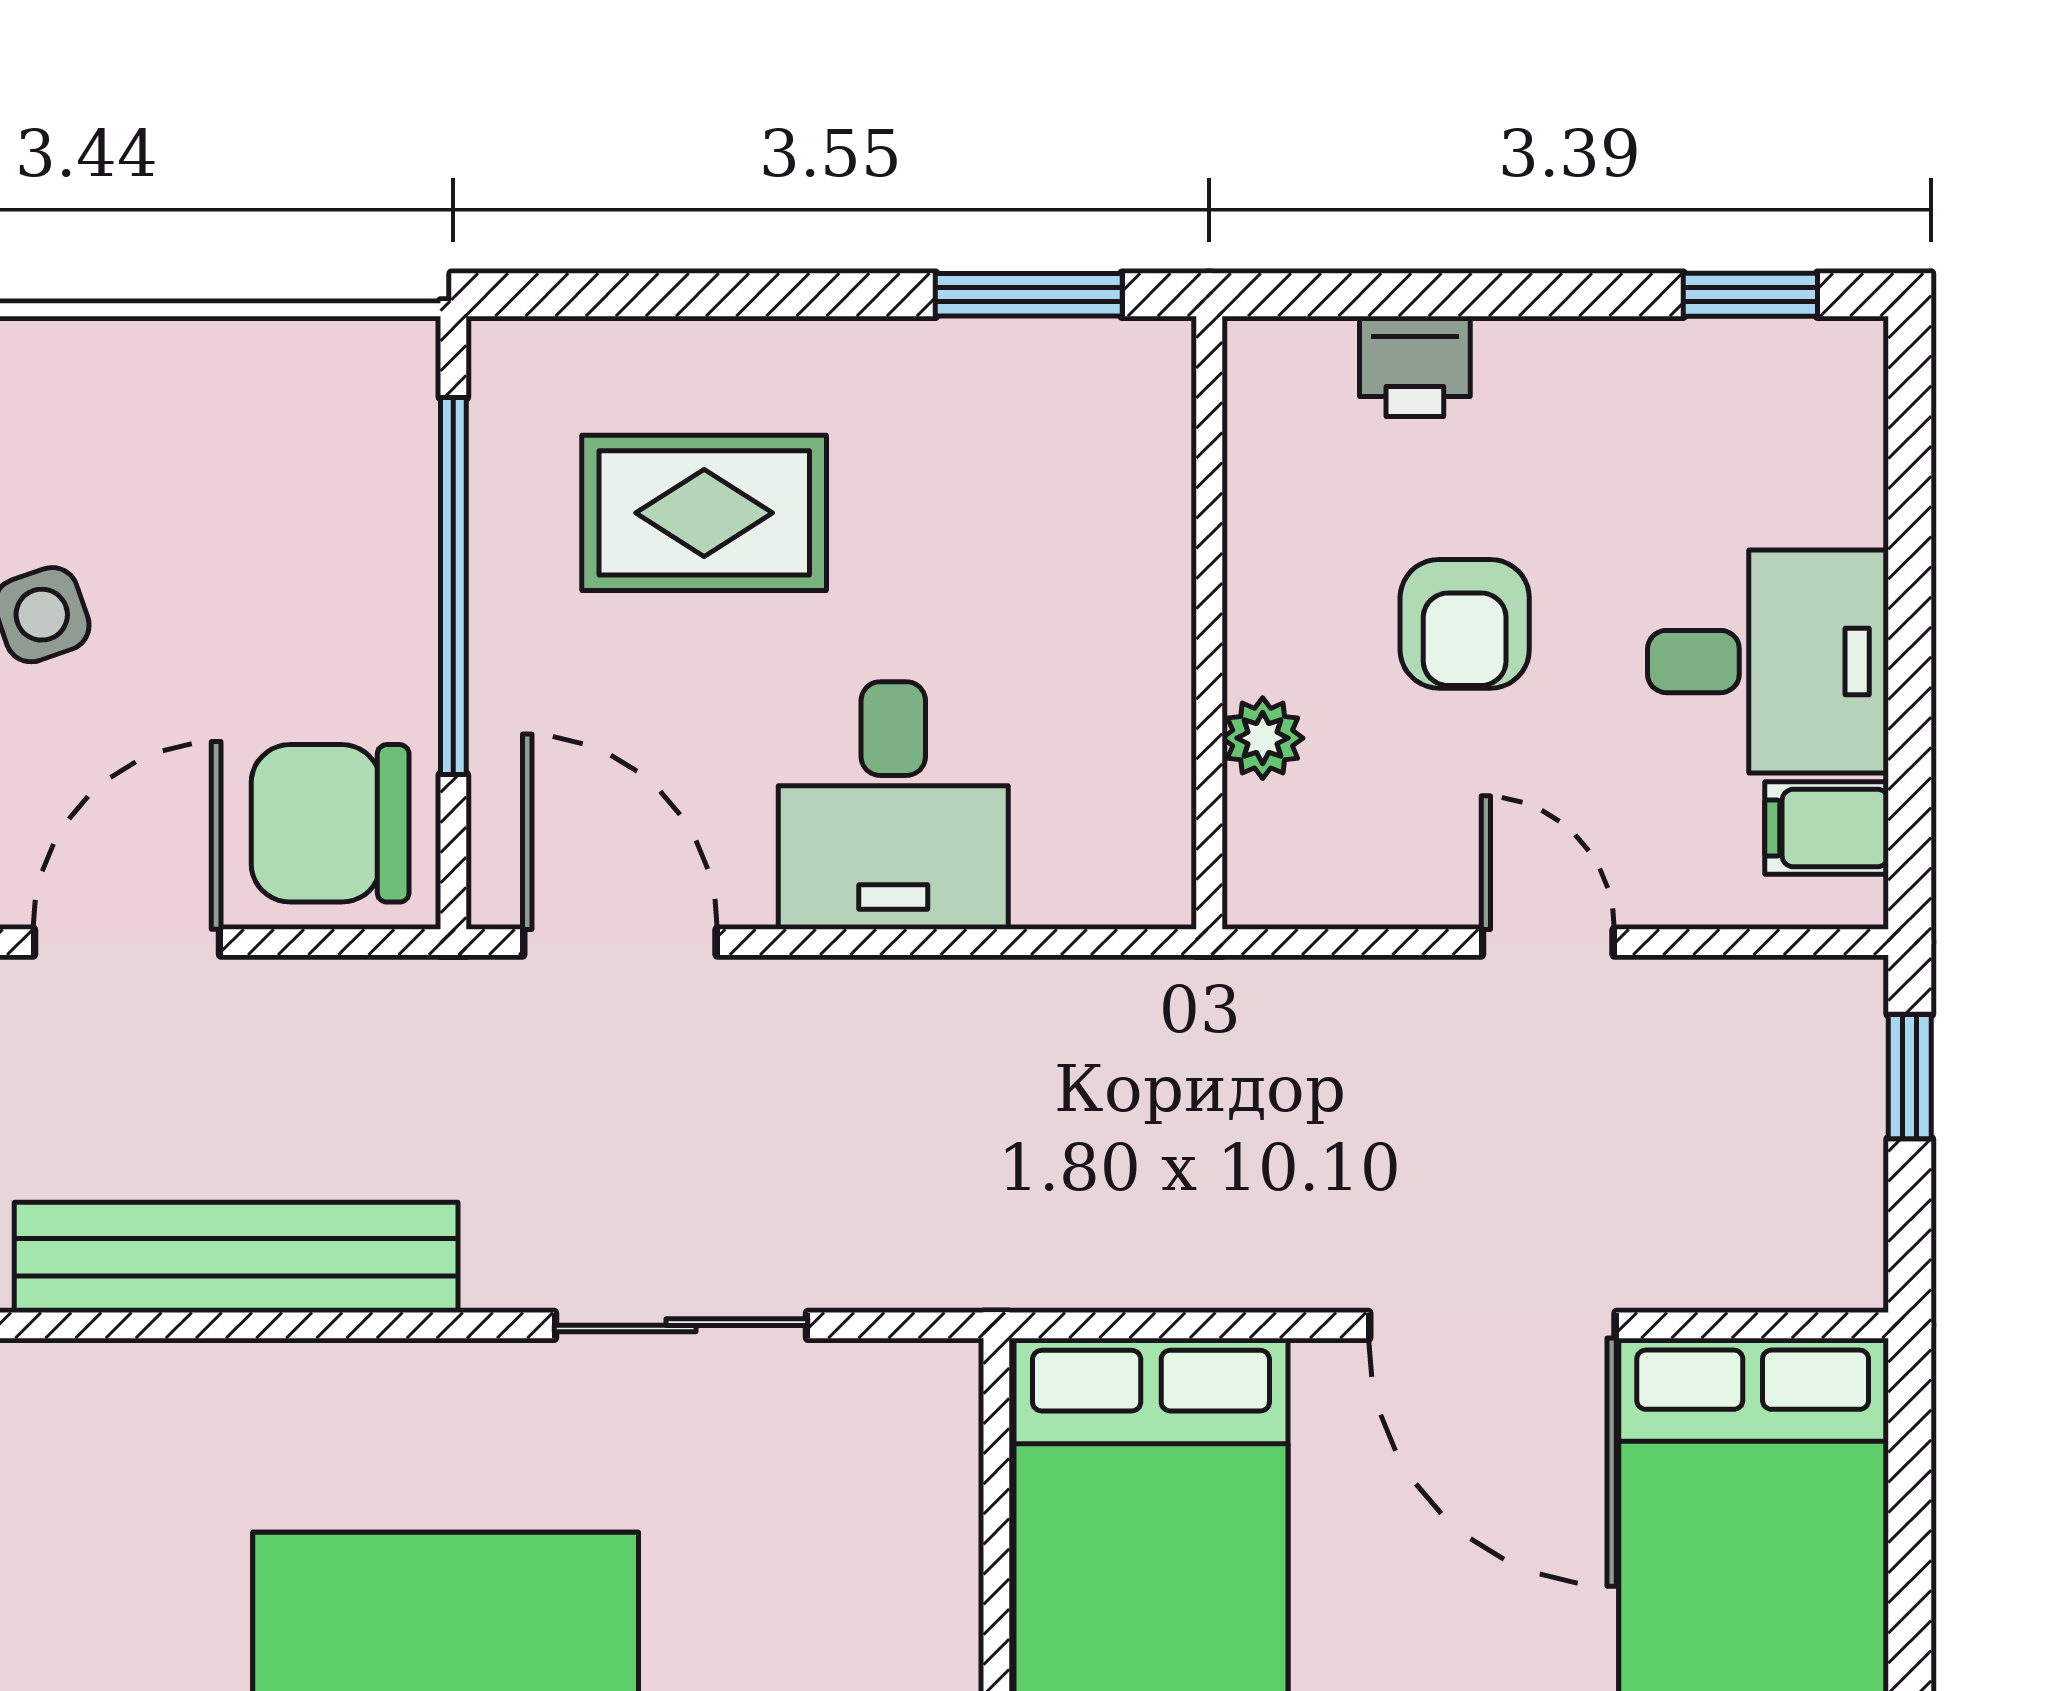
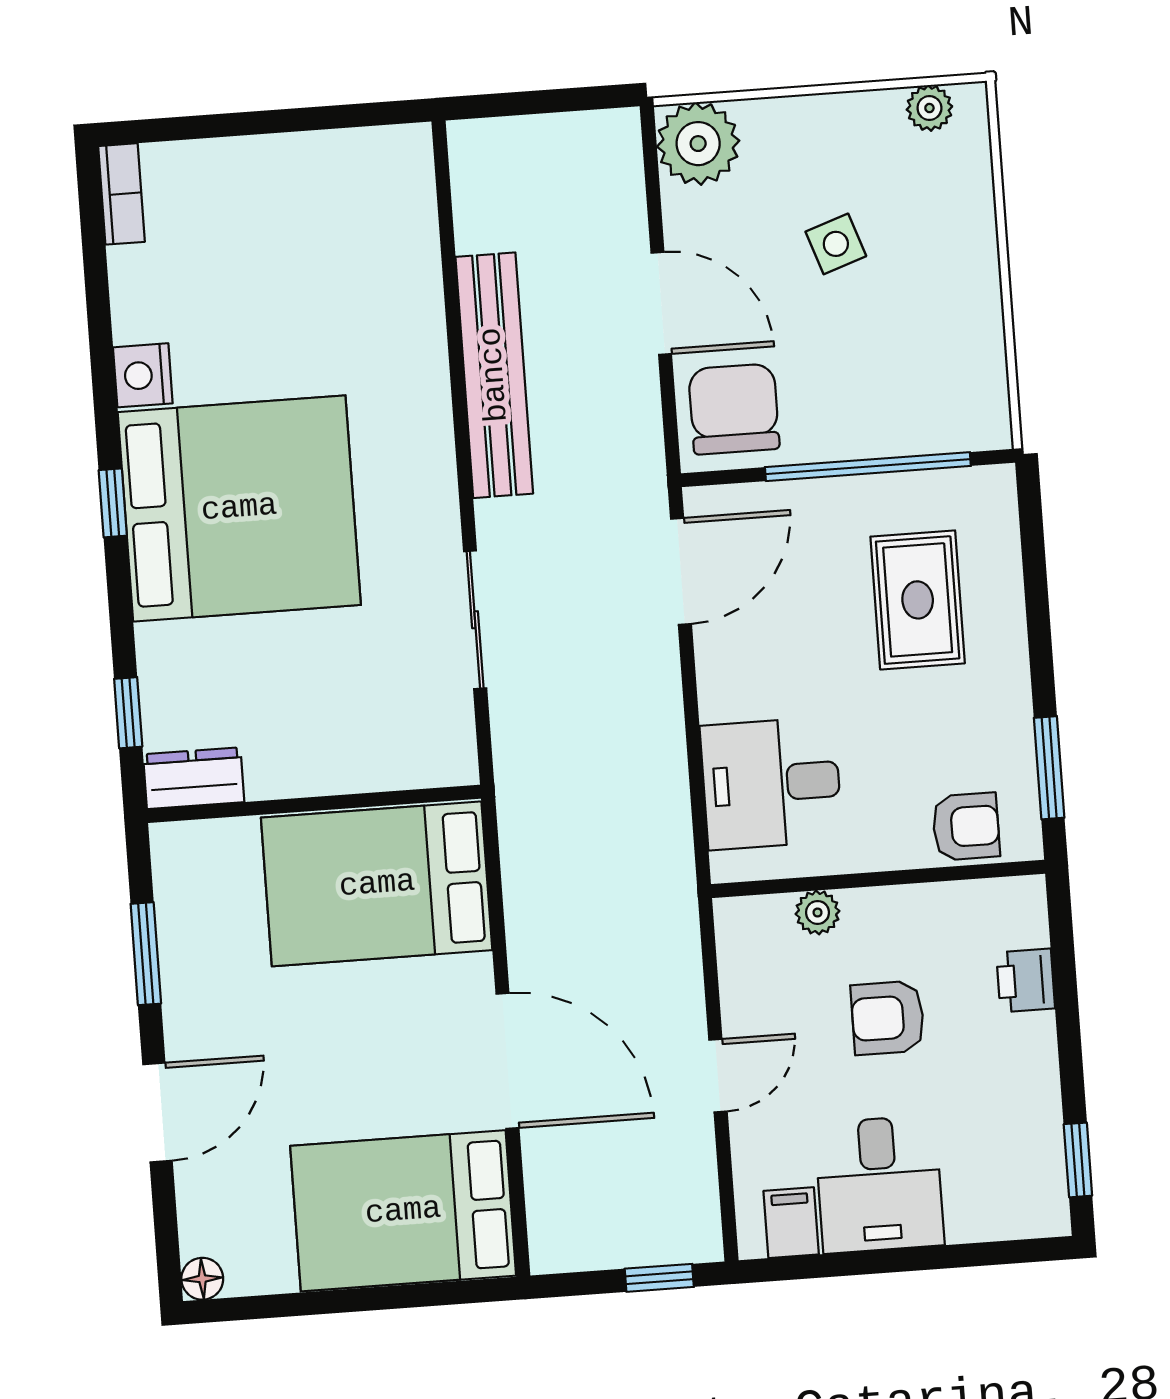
armchair: (1125, 455) -> (966, 827), added
desk: (893, 805) -> (771, 783), moved
door: (1492, 1325) -> (507, 1061), swing flipped

